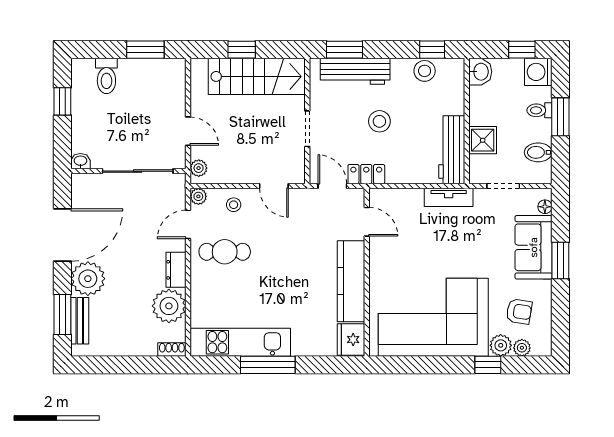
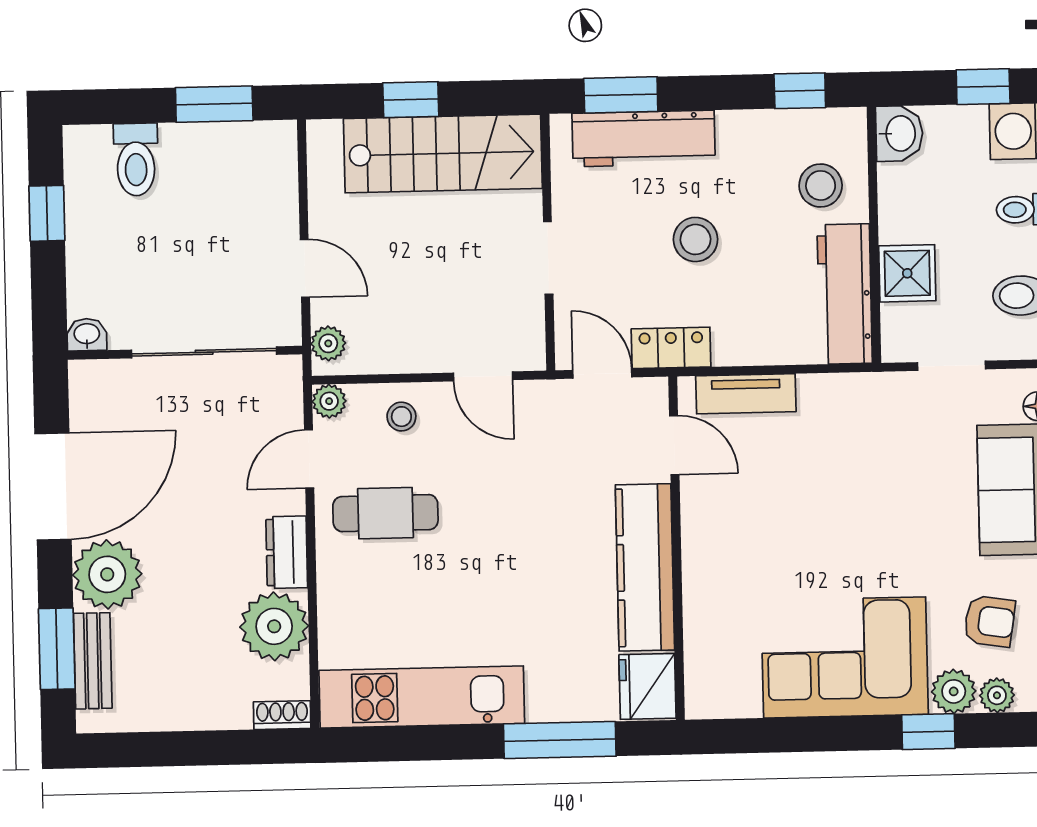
stool: (425, 71) -> (821, 185), moved
tv unit: (449, 197) -> (746, 394), moved
corner sofa: (433, 317) -> (845, 657), width x0.73, depth x0.74
window: (268, 365) -> (560, 740), moved

